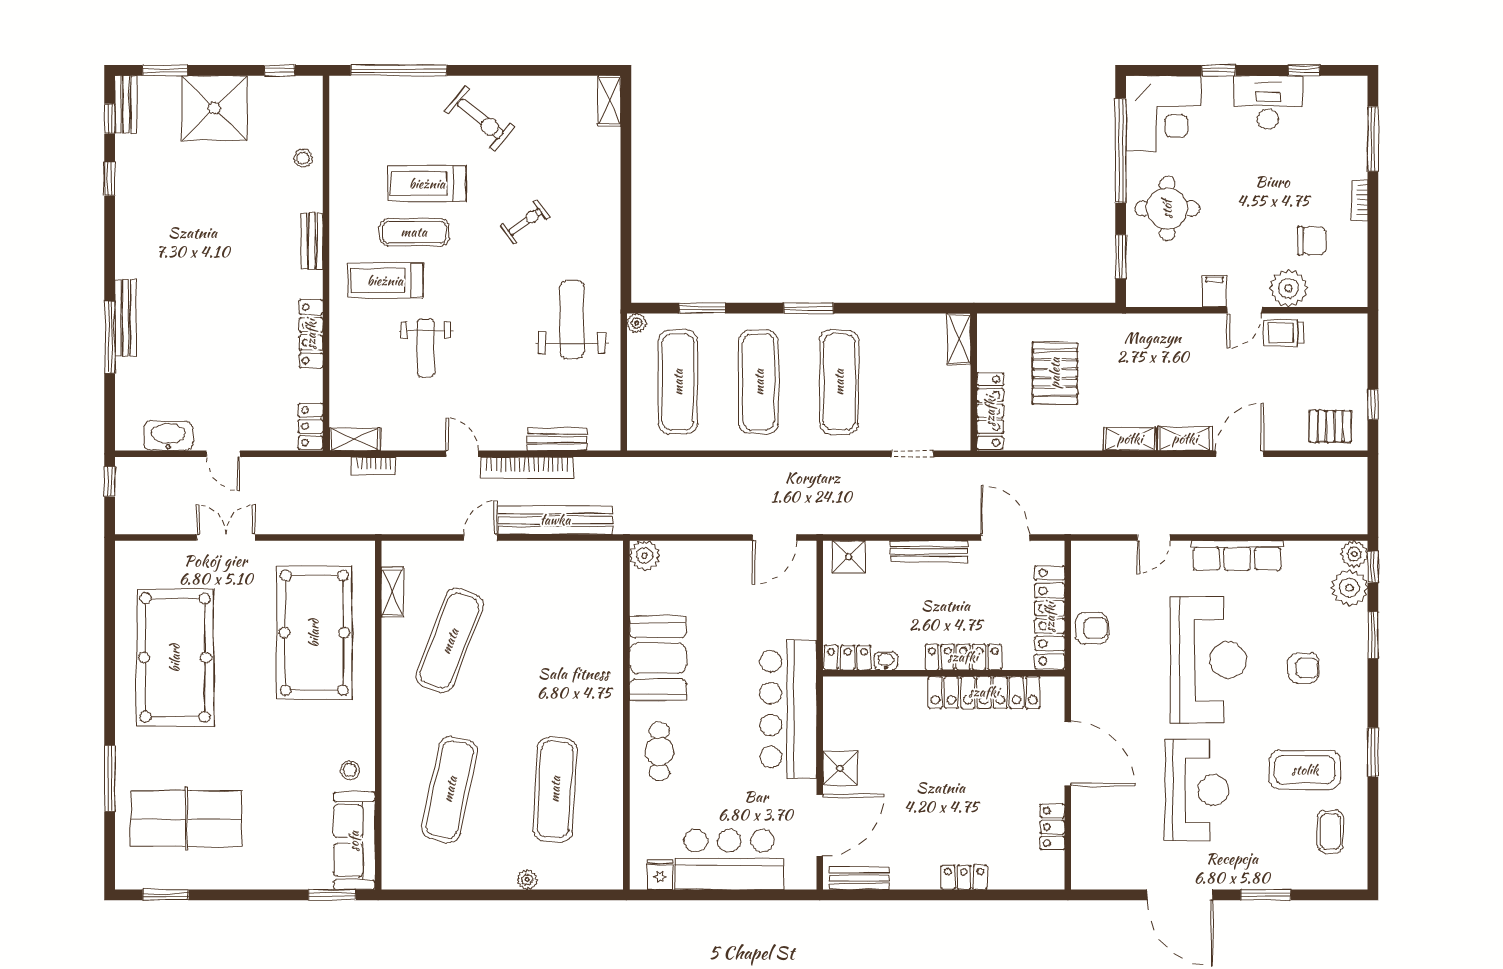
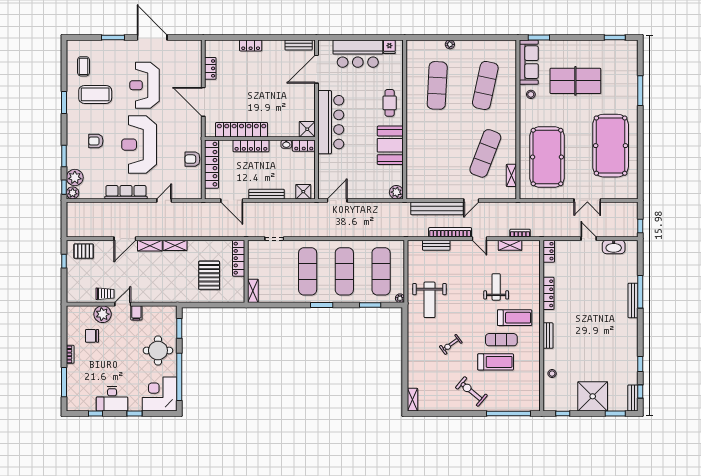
shelving: (355, 439) -> (510, 245), moved
shower: (840, 768) -> (307, 129), moved
table tennis table: (186, 819) -> (575, 81), moved

